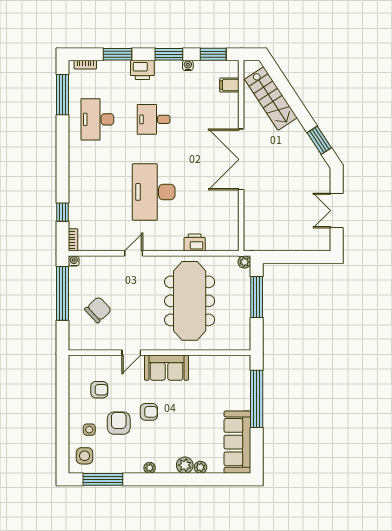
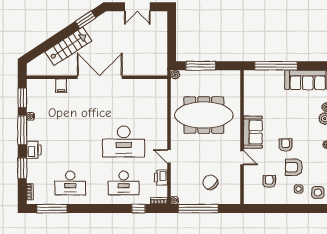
window: (169, 54) -> (22, 130), width x1.44
filing cabinet: (229, 85) -> (61, 86), moved
stairs: (271, 98) -> (68, 46), moved
desk: (154, 119) -> (124, 183), moved, width x1.37
double door: (241, 159) -> (100, 77), swing flipped
printer: (195, 243) -> (161, 178), moved

